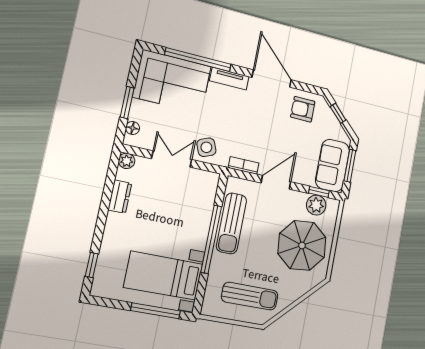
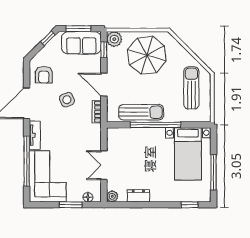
window: (338, 113) -> (48, 38), moved
side table: (206, 147) -> (67, 100), moved
plant: (316, 205) -> (114, 39), moved
window: (156, 311) -> (214, 172), moved

